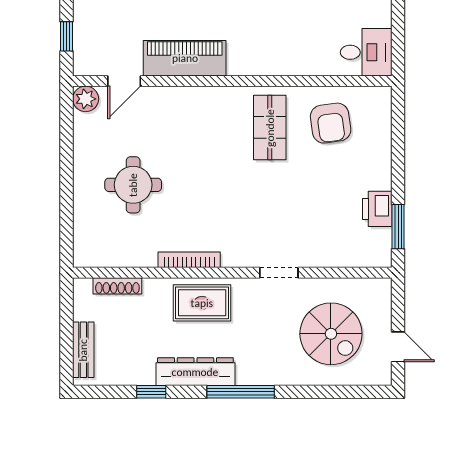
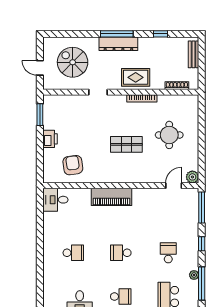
window: (67, 36) -> (202, 208), width x2.17
piano: (185, 58) -> (111, 197), moved
shop shelf: (270, 128) -> (126, 144), moved, turned 90
printer: (377, 209) -> (50, 139), moved
door: (398, 347) -> (40, 68), moved
dresser: (195, 372) -> (118, 44), moved

